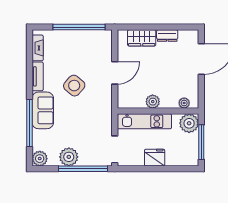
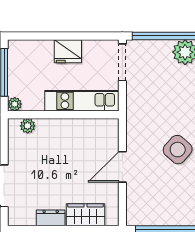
plant: (153, 102) -> (70, 128), removed
plant: (189, 123) -> (15, 104), width x0.53, depth x0.53

